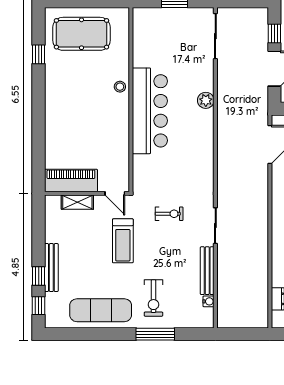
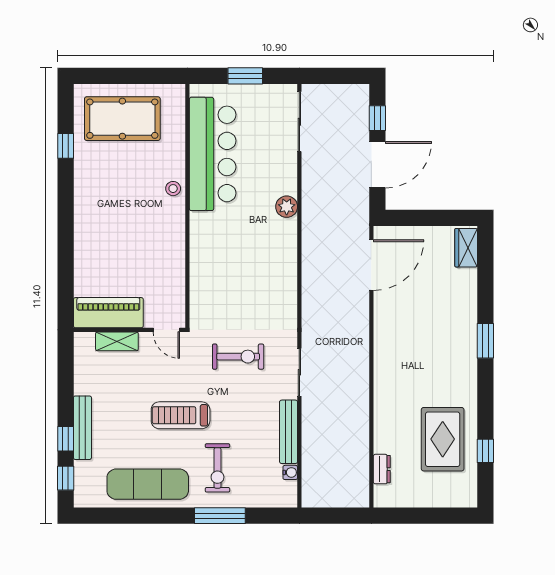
bar counter: (150, 111) -> (213, 154), moved
exercise bike: (169, 214) -> (238, 357), width x1.38, depth x1.39
treadmill: (123, 241) -> (181, 415), moved, turned 90

